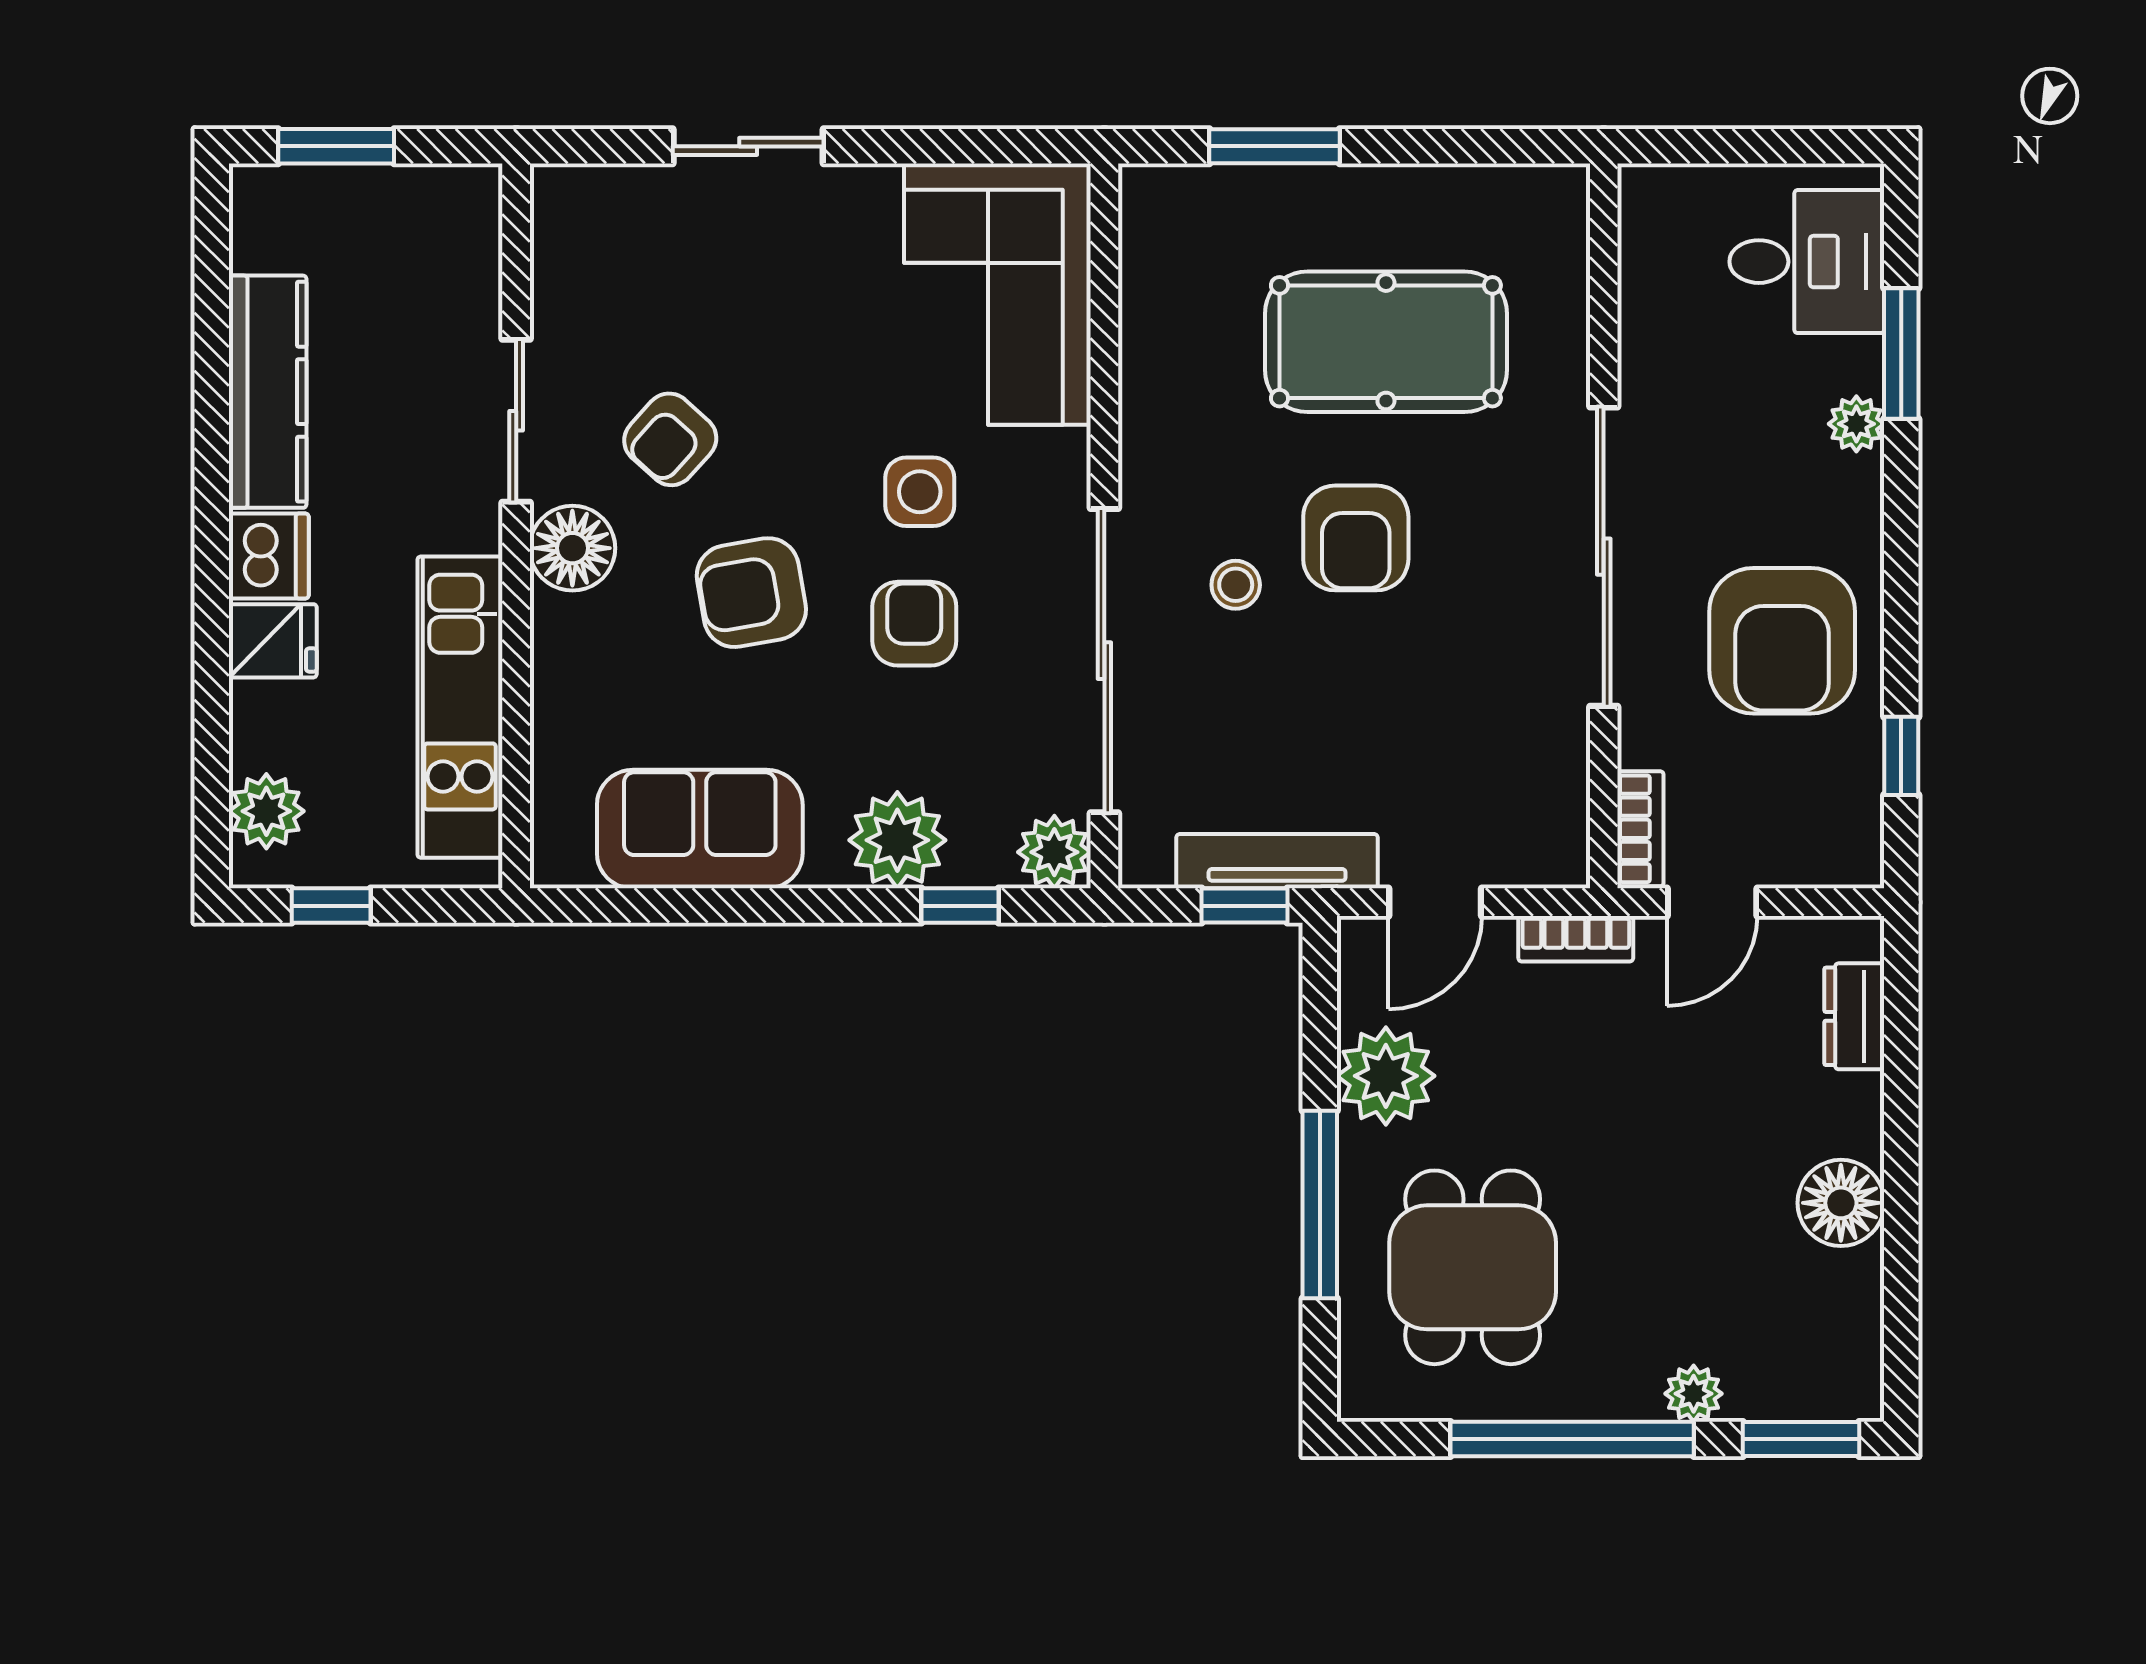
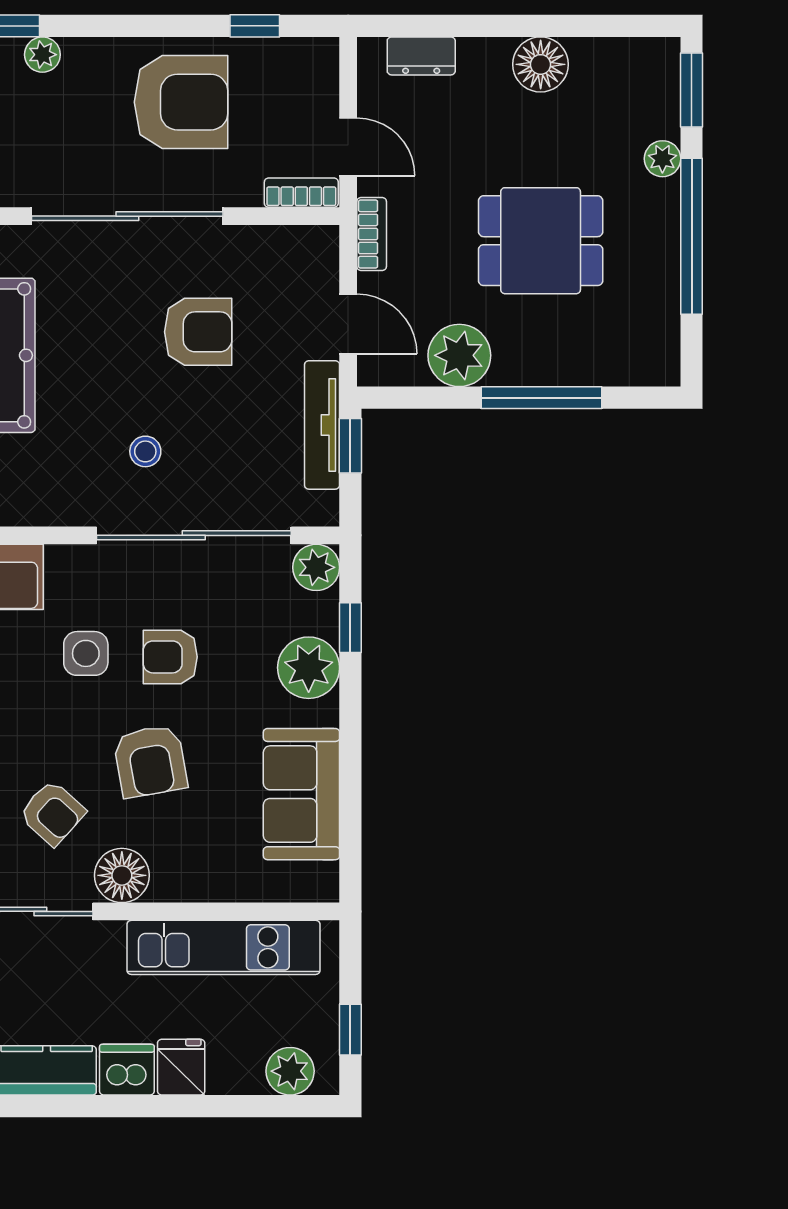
armchair: (1356, 538) -> (198, 332), moved
dining table: (1473, 1267) -> (541, 241), moved

